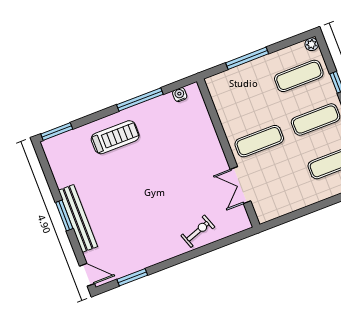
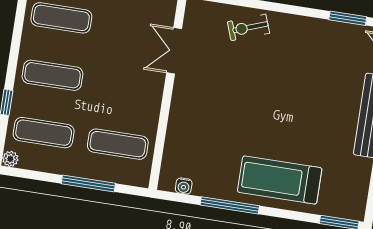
treadmill: (115, 137) -> (280, 180), width x1.37, depth x1.38
exercise mat: (259, 141) -> (118, 144), moved
double door: (241, 185) -> (174, 51), swing flipped

